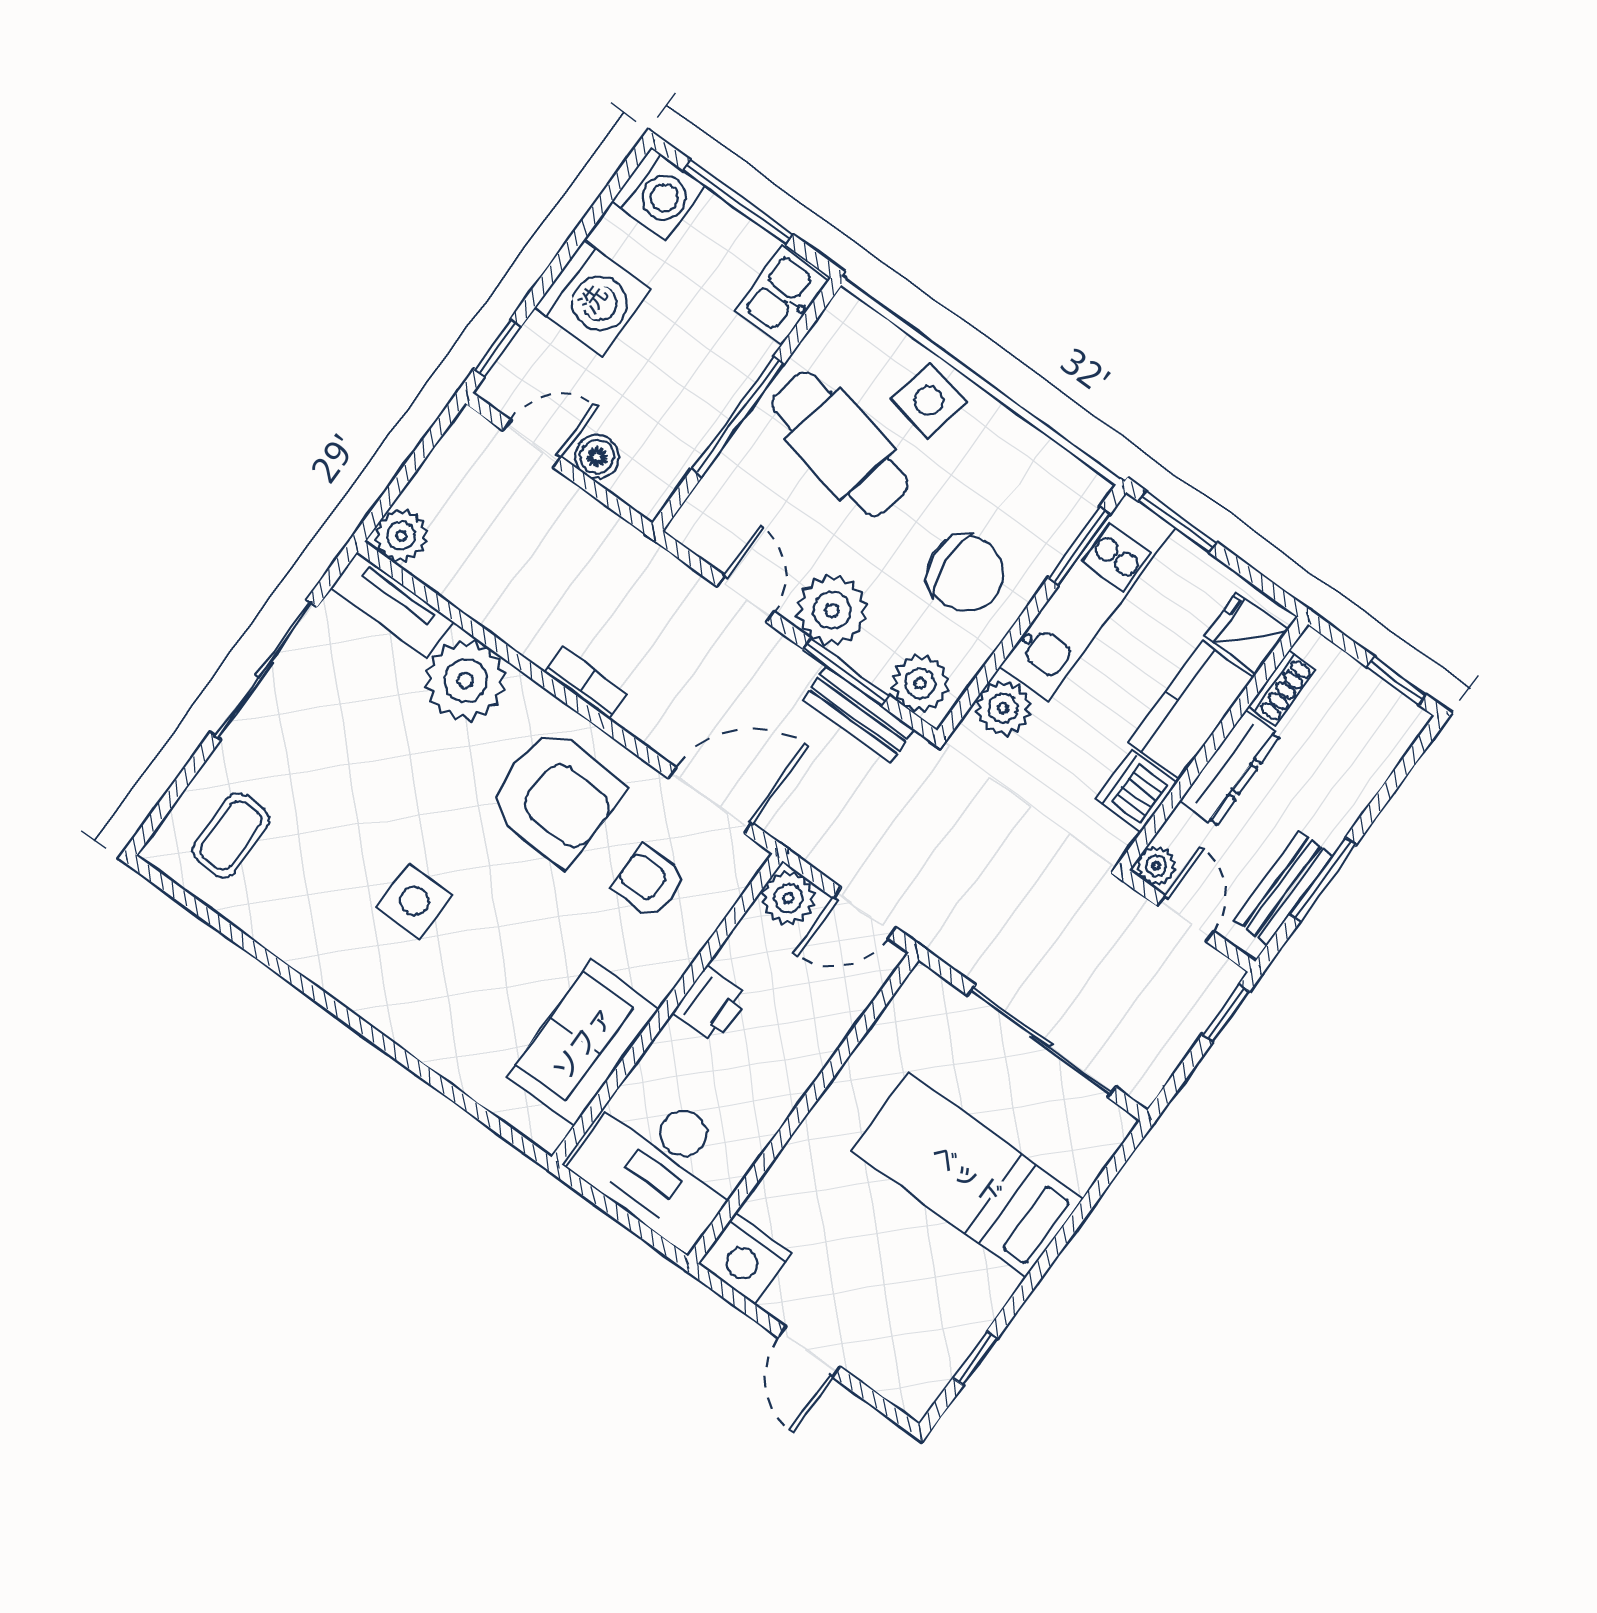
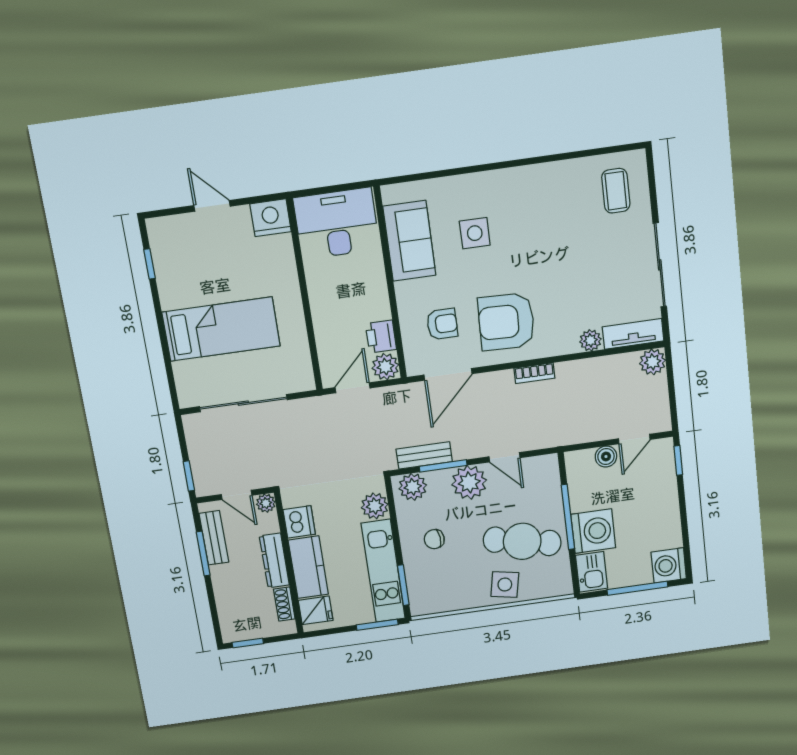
washing machine: (593, 298) -> (593, 531), moved, turned 180
chair: (965, 573) -> (434, 539), width x0.54, depth x0.54
plant: (465, 680) -> (590, 340), width x0.53, depth x0.53
side table: (414, 901) -> (475, 233), moved
printer: (711, 1005) -> (381, 337), moved

